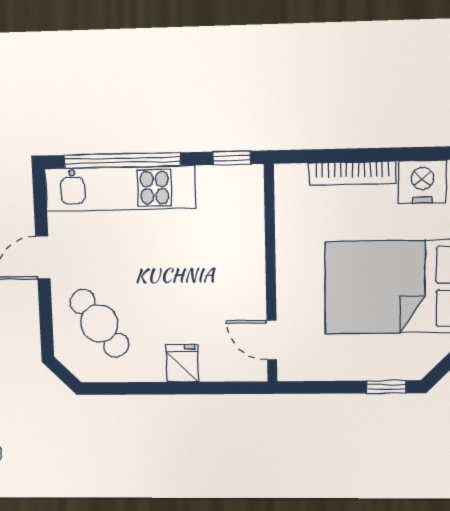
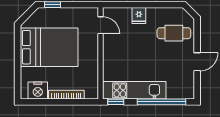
kitchen unit: (120, 188) -> (134, 90), moved
cafe table: (99, 323) -> (174, 33), turned -54

